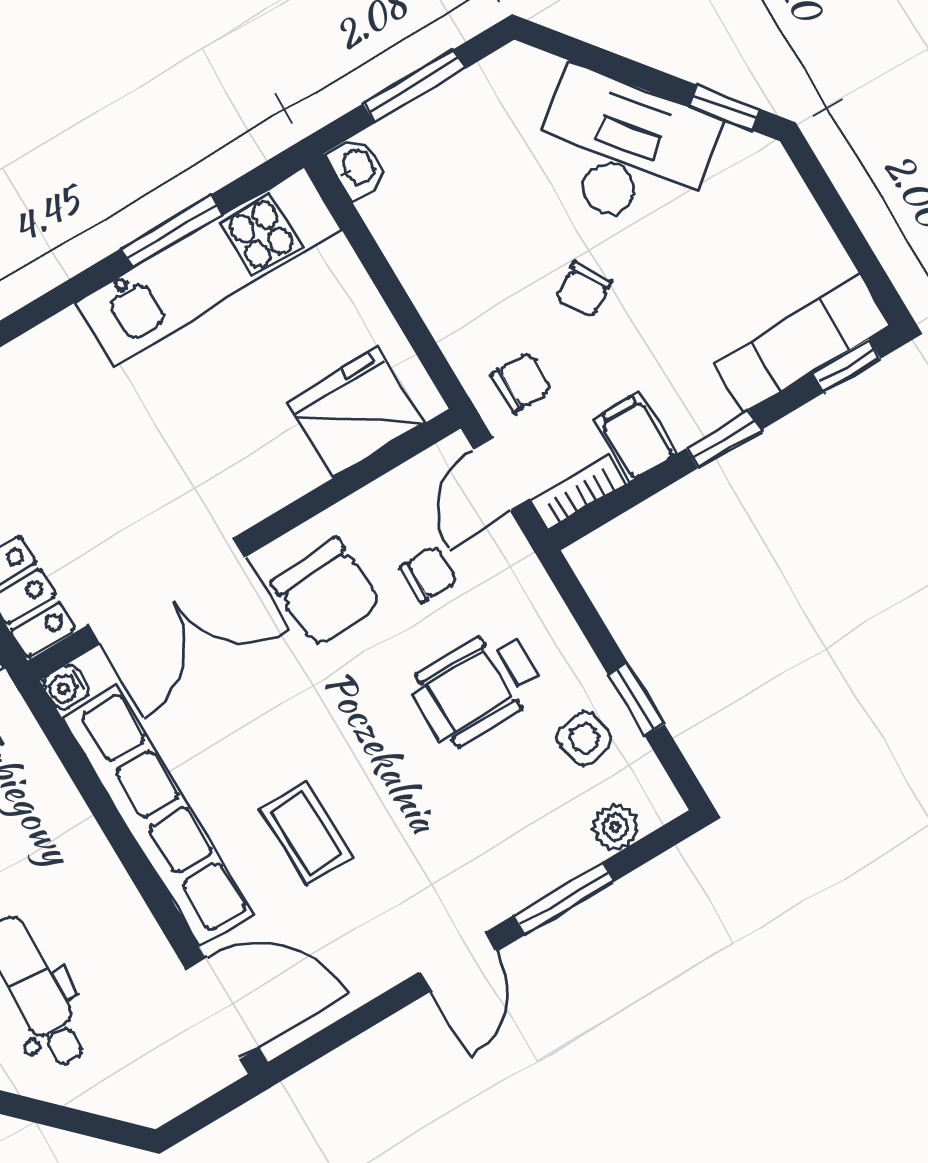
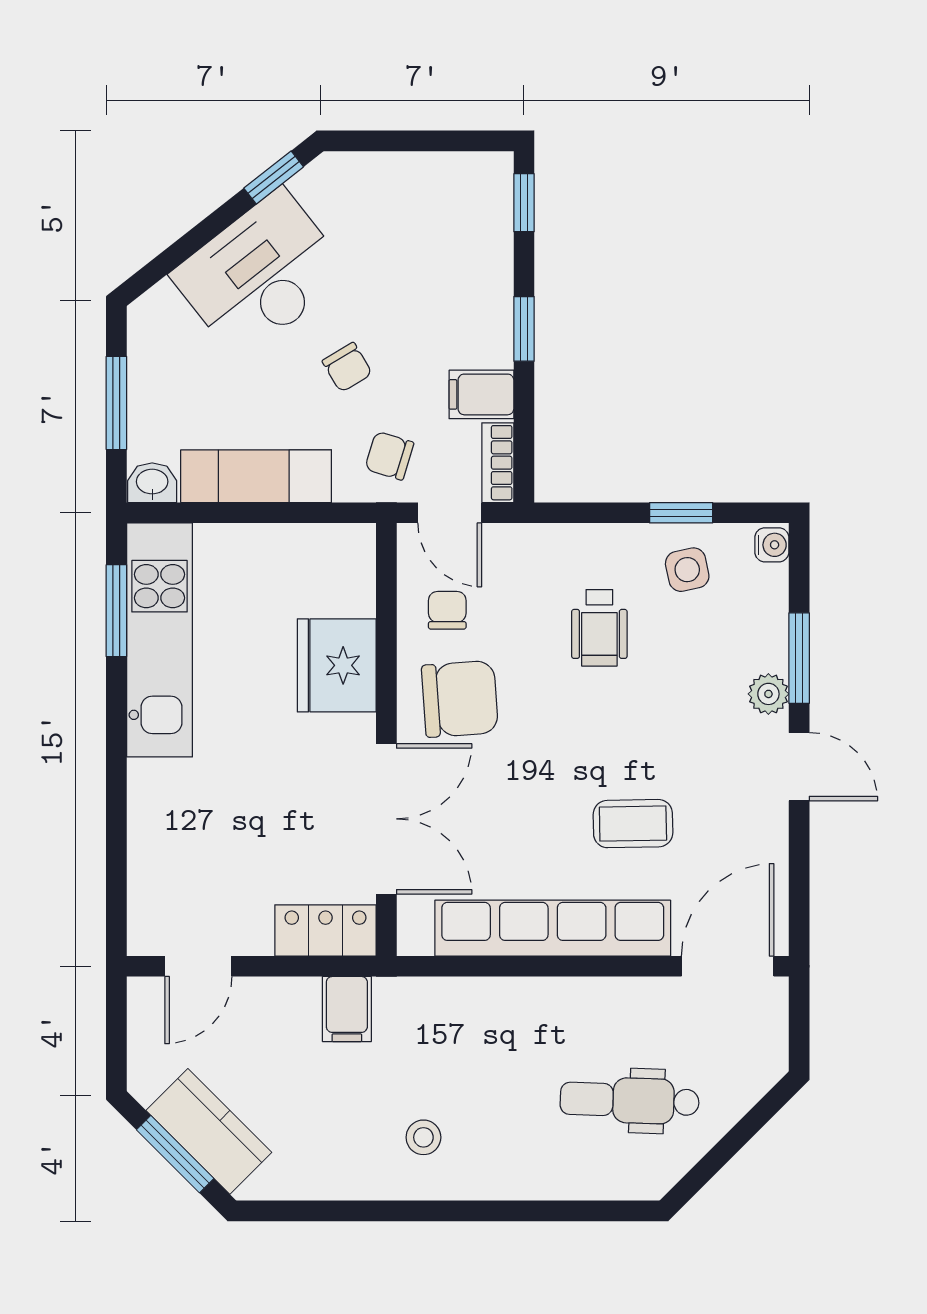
window: (172, 231) -> (116, 611), moved
exam couch: (802, 344) -> (256, 476), moved, turned 90
chair: (522, 382) -> (389, 456), turned -73
fridge: (355, 413) -> (337, 665), moved
chair: (428, 574) -> (447, 610), moved
water cooler: (66, 687) -> (772, 545), moved, turned -90
wheelchair: (477, 687) -> (599, 628), width x0.73, depth x0.73
plant: (615, 827) -> (768, 694), moved

